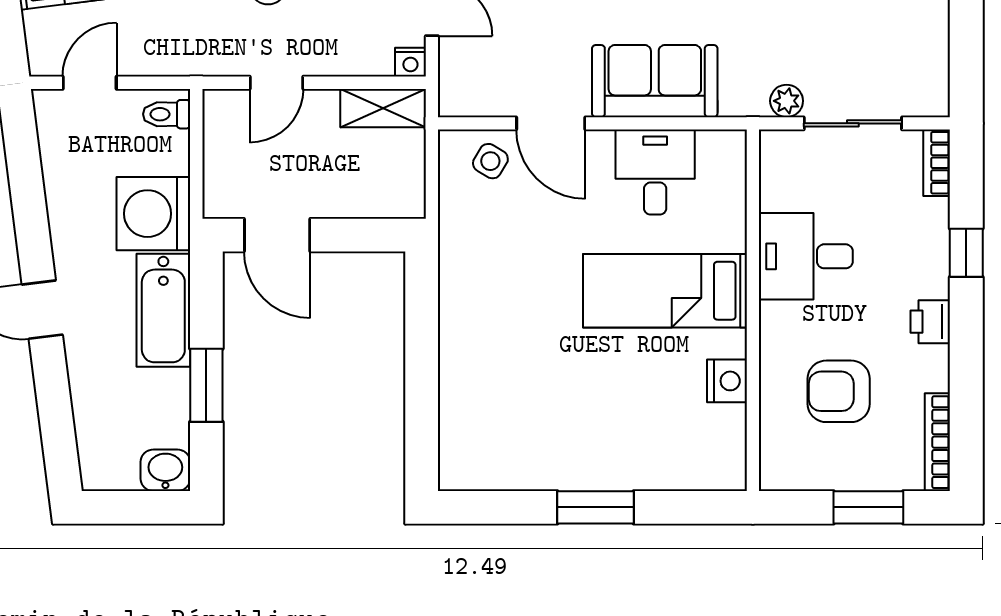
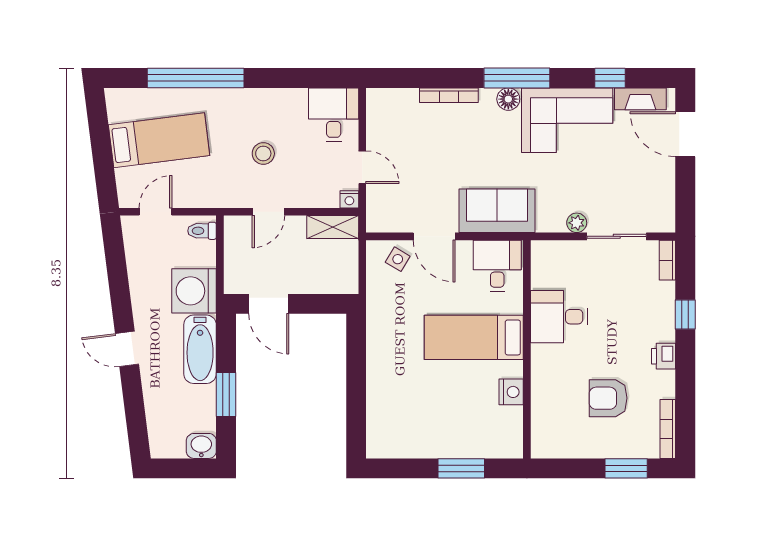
desk: (806, 256) -> (559, 317), moved
bed: (665, 291) -> (474, 337), moved
wall: (753, 310) -> (527, 349), moved
nightstand: (727, 381) -> (511, 392), moved

